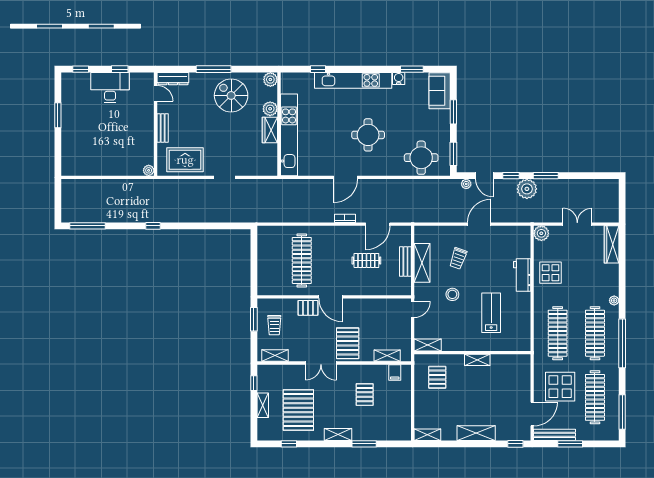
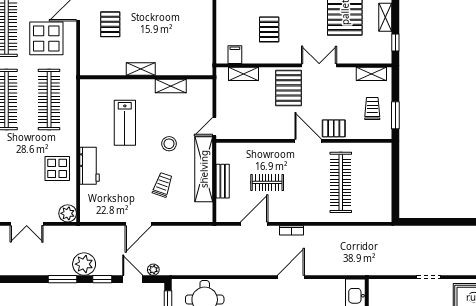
shelving: (422, 263) -> (204, 169), width x1.47
shelving: (428, 345) -> (171, 86), moved
pallet: (437, 377) -> (110, 24), moved

